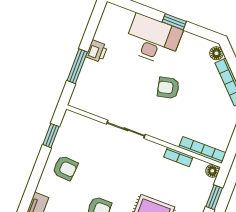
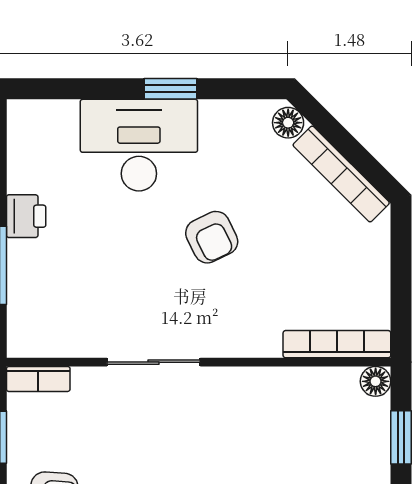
armchair: (168, 88) -> (212, 237), turned -103
bookcase: (178, 157) -> (38, 379), moved

